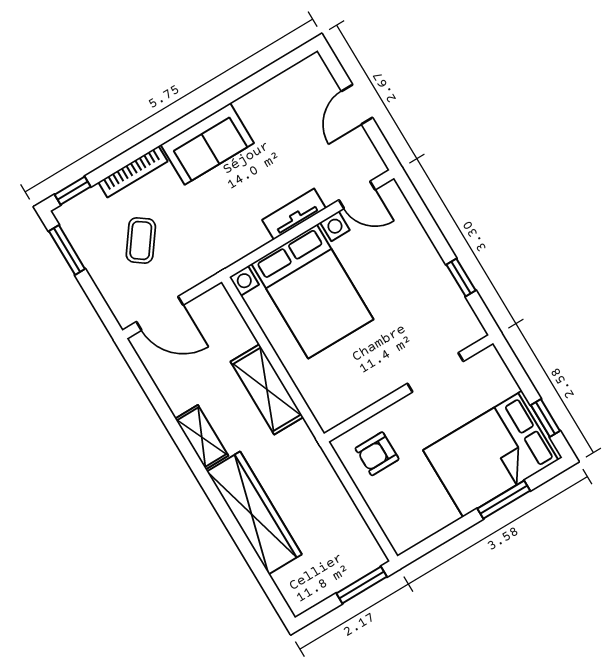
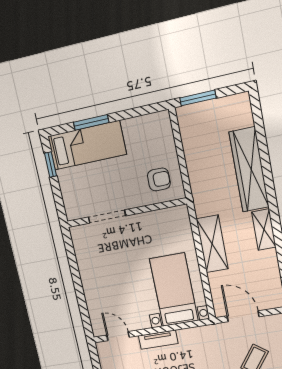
window: (461, 278) -> (74, 267), removed
bed with nightstands: (312, 291) -> (174, 290), width x0.73
door: (160, 313) -> (243, 316), moved
bed: (493, 454) -> (87, 145), width x0.67

